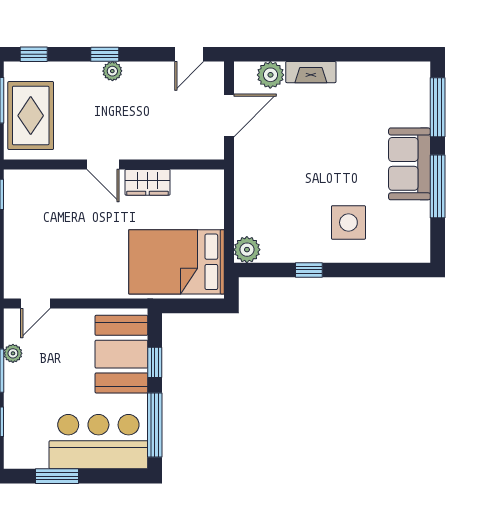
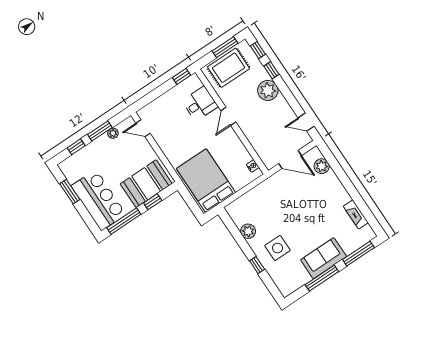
window: (105, 54) -> (271, 70), moved
plant: (112, 71) -> (268, 90), width x1.88, depth x1.88
fireplace: (311, 72) -> (356, 214), moved
nightstand: (201, 178) -> (253, 166), added
wardrobe: (148, 182) -> (234, 143), removed
desk: (56, 194) -> (200, 104), added
plant: (247, 250) -> (248, 231), moved
window: (309, 270) -> (257, 265), moved

